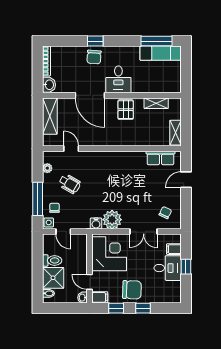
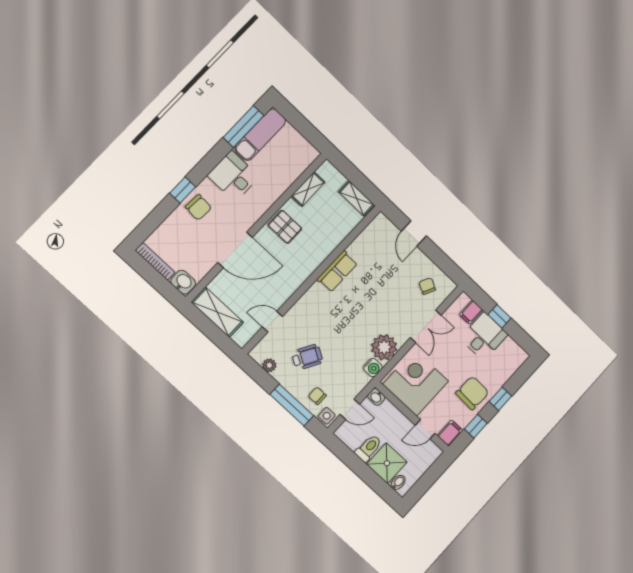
desk: (118, 79) -> (233, 176), moved, turned 180
row of seats: (160, 158) -> (337, 271), moved
washbasin: (82, 298) -> (376, 397), moved

